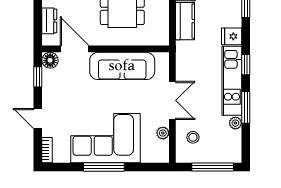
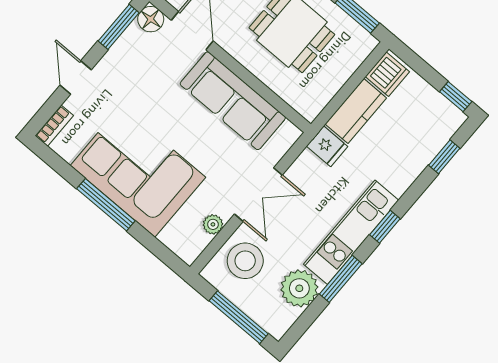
fridge: (232, 36) -> (327, 146), moved, turned 180
window: (38, 77) -> (119, 27), width x1.50
plant: (235, 123) -> (299, 288), width x1.88, depth x1.88
stool: (193, 137) -> (245, 261), width x1.89, depth x1.89

